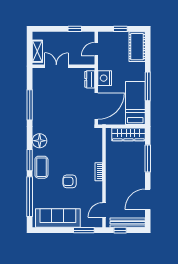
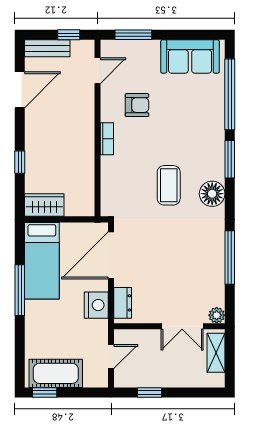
window: (120, 29) -> (45, 392), moved
cot: (137, 47) -> (56, 373), moved, turned 90
plant: (37, 72) -> (217, 315), added
wardrobe: (128, 134) -> (44, 205), width x0.67
window: (148, 159) -> (20, 162), width x0.46
coffee table: (41, 167) -> (169, 185), moved
armchair: (70, 181) -> (137, 105), moved
sofa: (58, 218) -> (190, 56), width x0.73
bench: (128, 223) -> (47, 48), width x0.73

